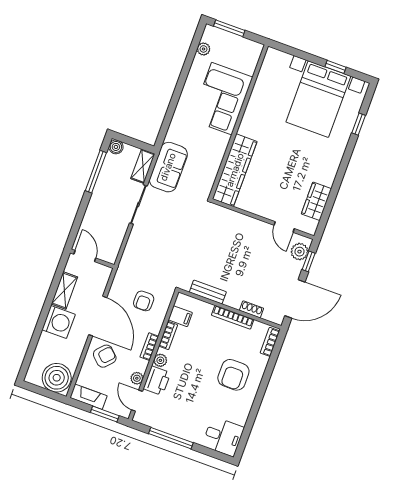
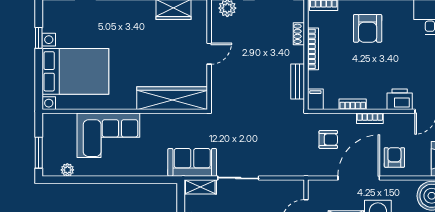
bed with nightstands: (318, 99) -> (75, 71), moved
door: (284, 227) -> (209, 54), moved
filing cabinet: (180, 316) -> (315, 99), moved
armchair: (105, 356) -> (394, 157), turned 47
plant: (160, 360) -> (379, 103), removed
armchair: (233, 375) -> (368, 28), turned 90
plant: (137, 378) -> (404, 119), removed

